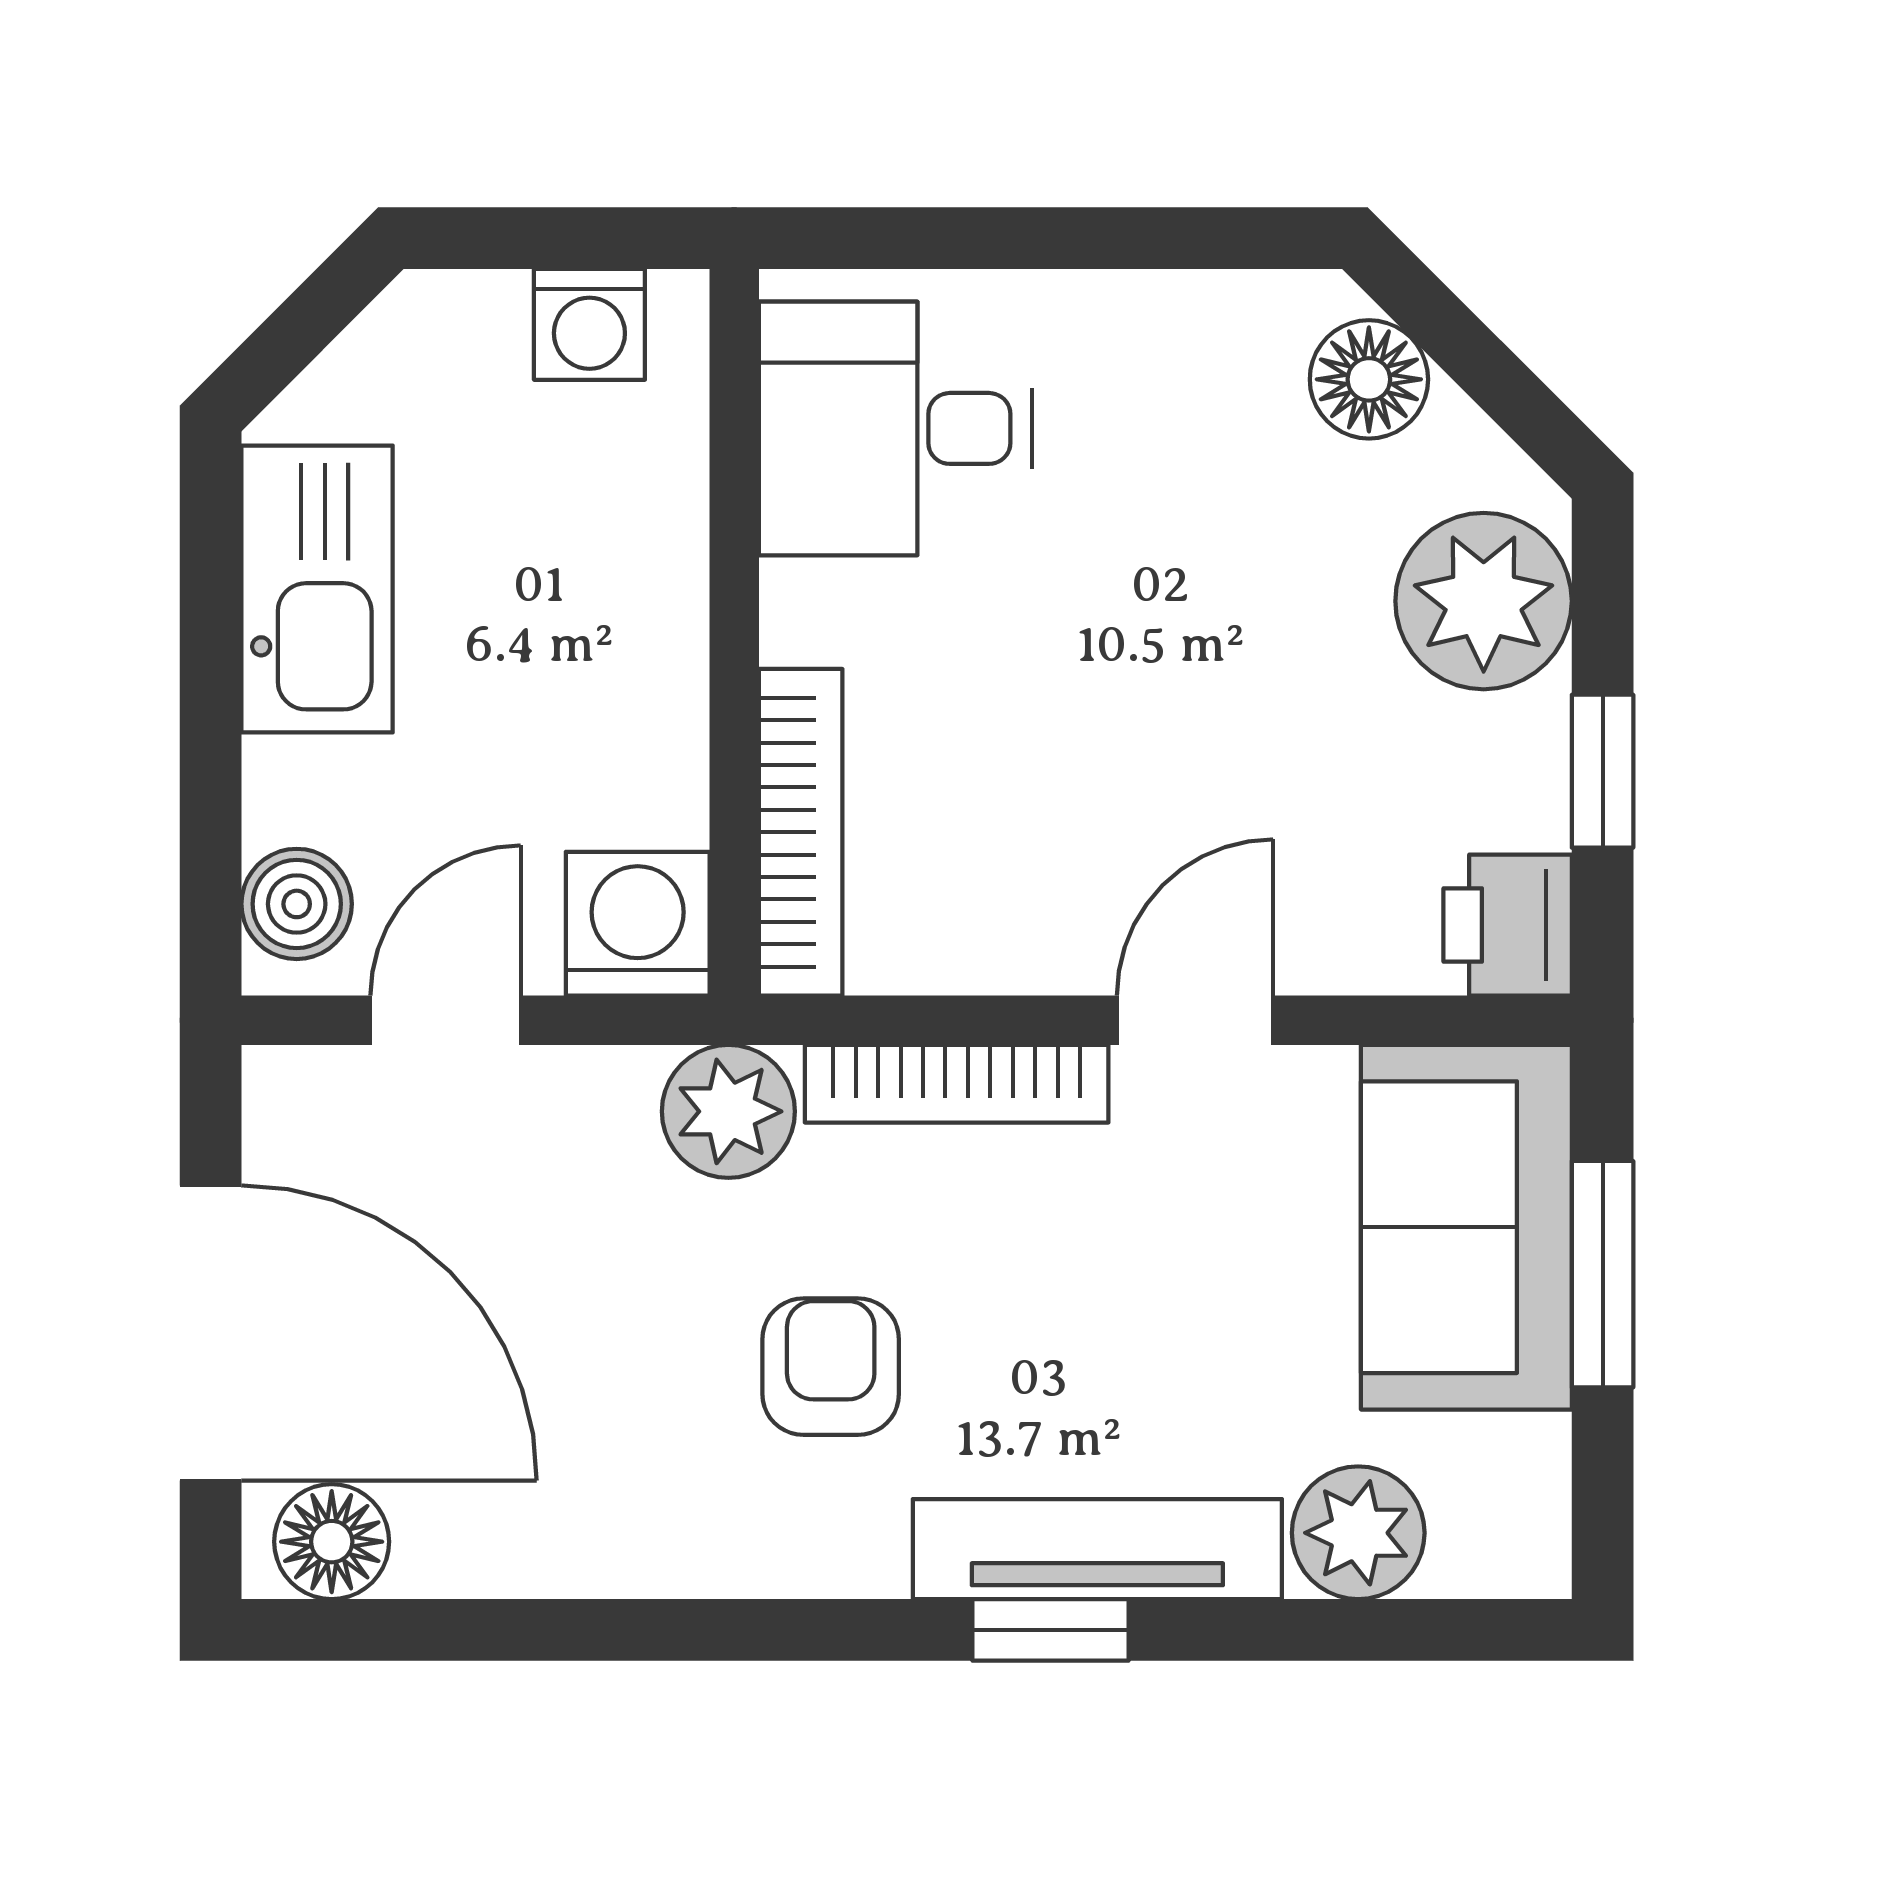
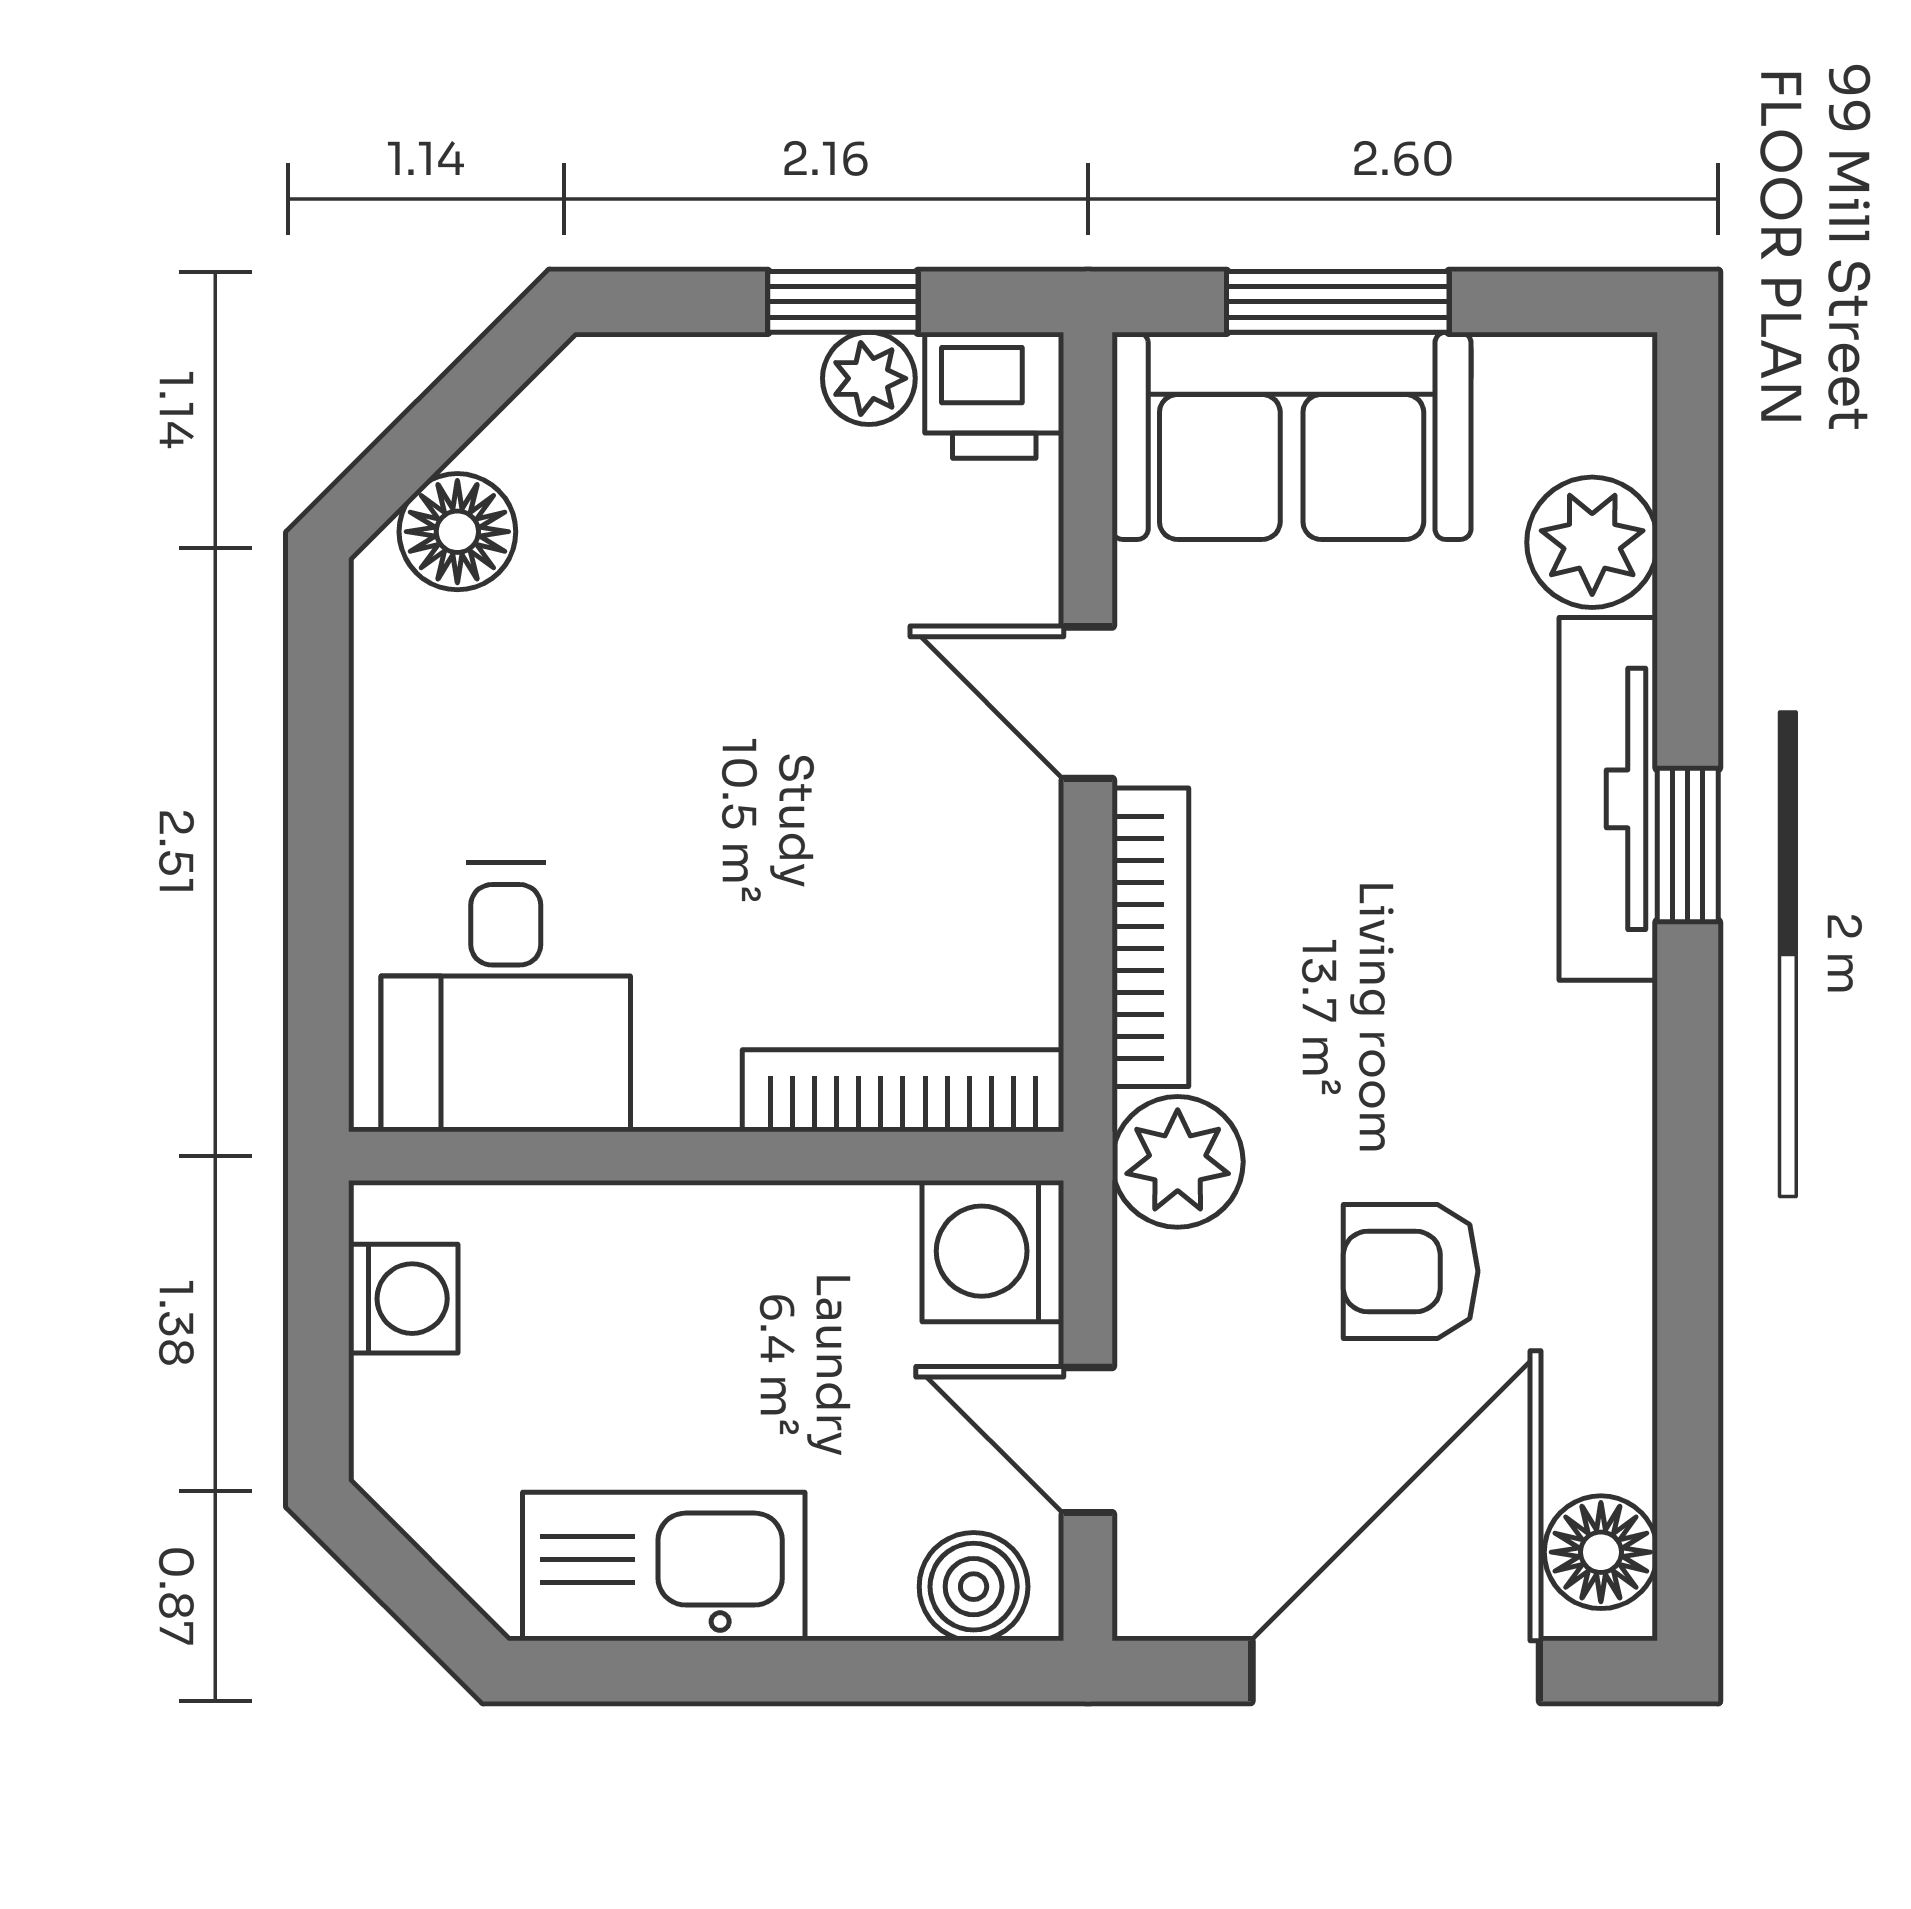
plant: (1484, 601) -> (869, 378), moved, width x0.53, depth x0.53
armchair: (831, 1367) -> (1411, 1271), moved

